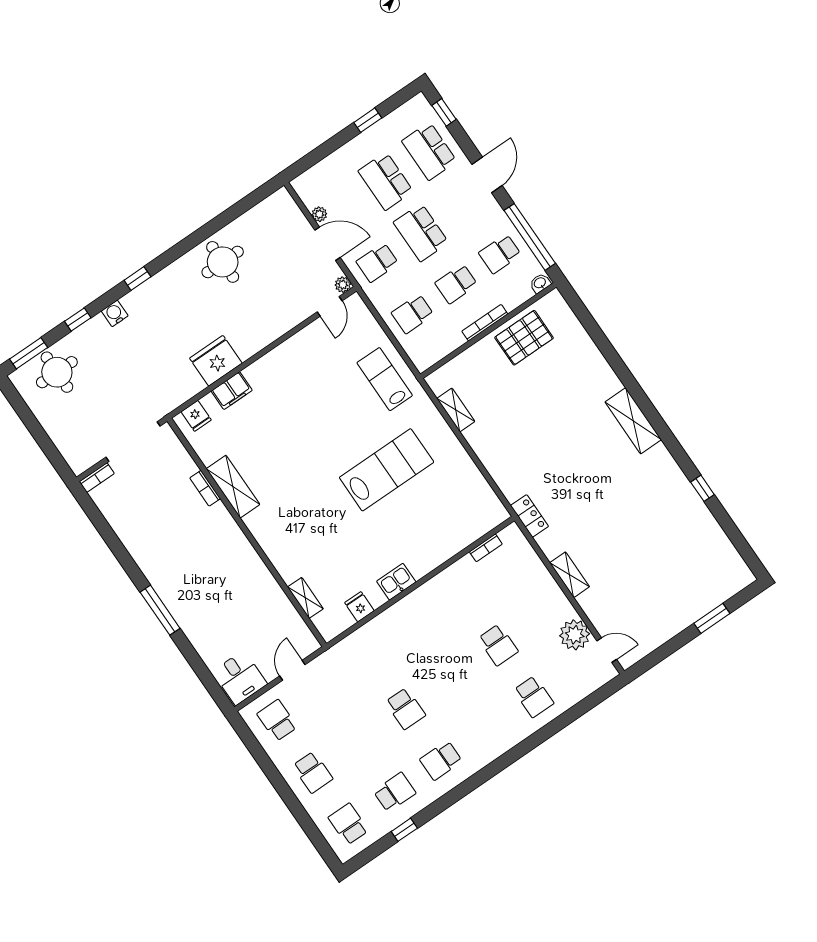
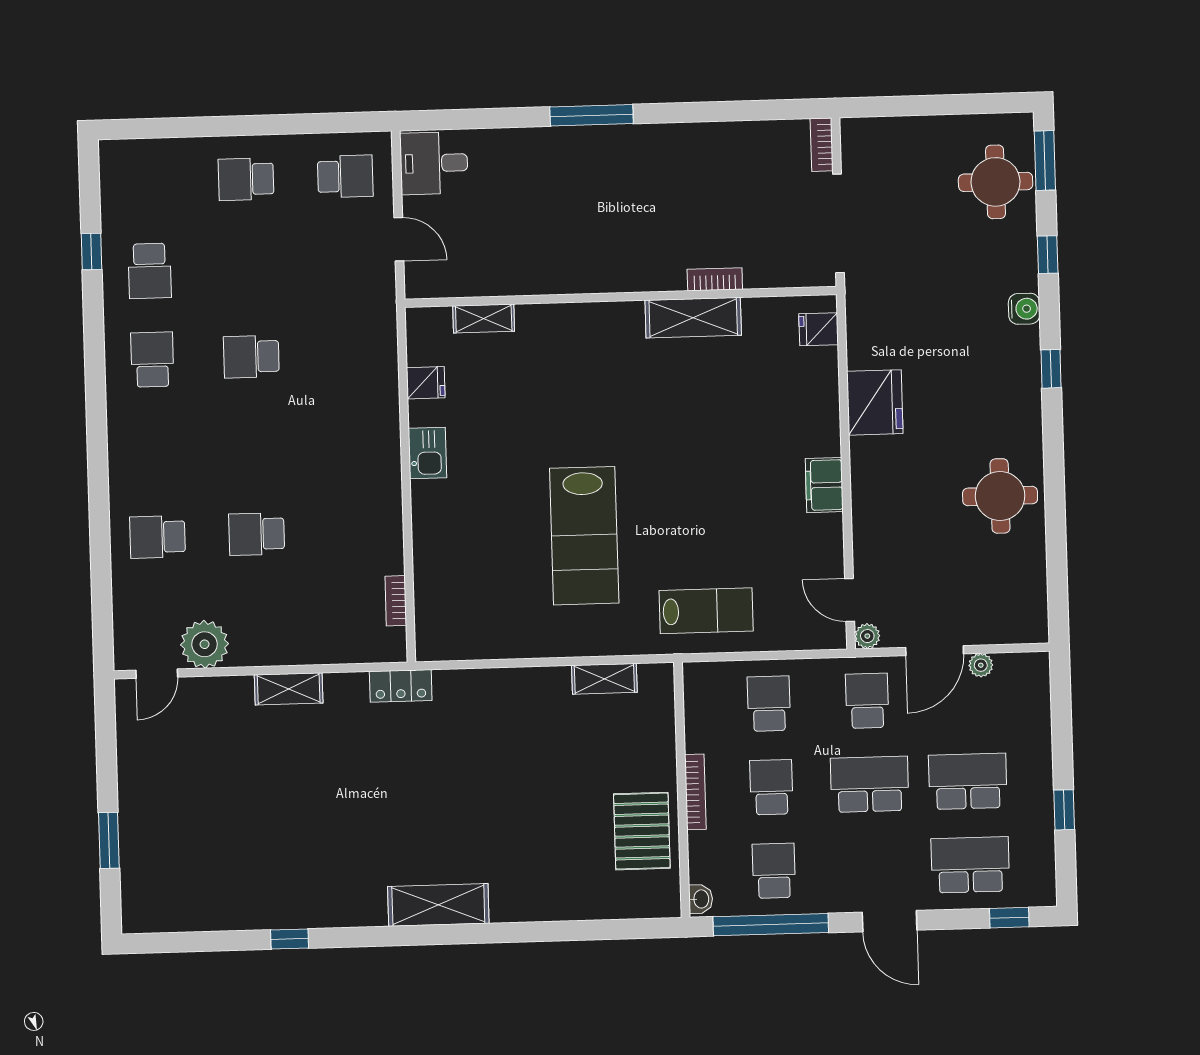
filing cabinet: (232, 391) -> (824, 485), moved
school desk: (348, 824) -> (147, 182), removed

